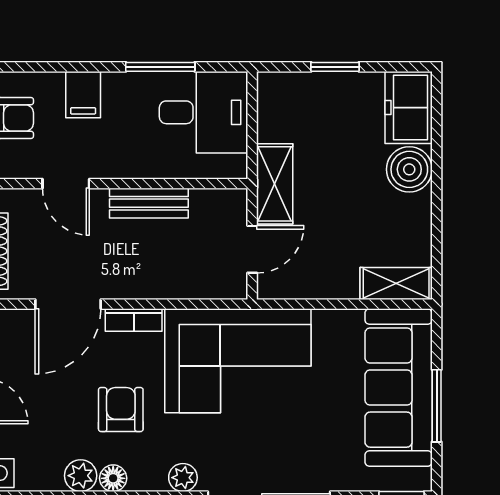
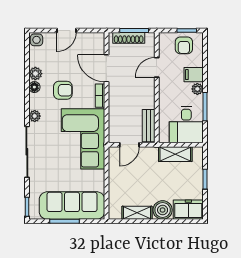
plant: (118, 86) -> (197, 89), added
shelving: (275, 184) -> (175, 154), moved
bench: (149, 203) -> (149, 126), moved
door: (252, 249) -> (129, 145), hinge flipped
shelving: (396, 283) -> (137, 213), moved, turned 90

